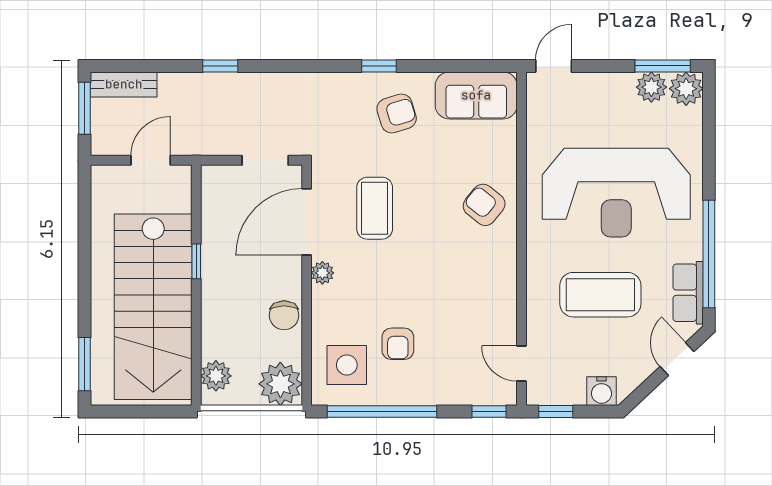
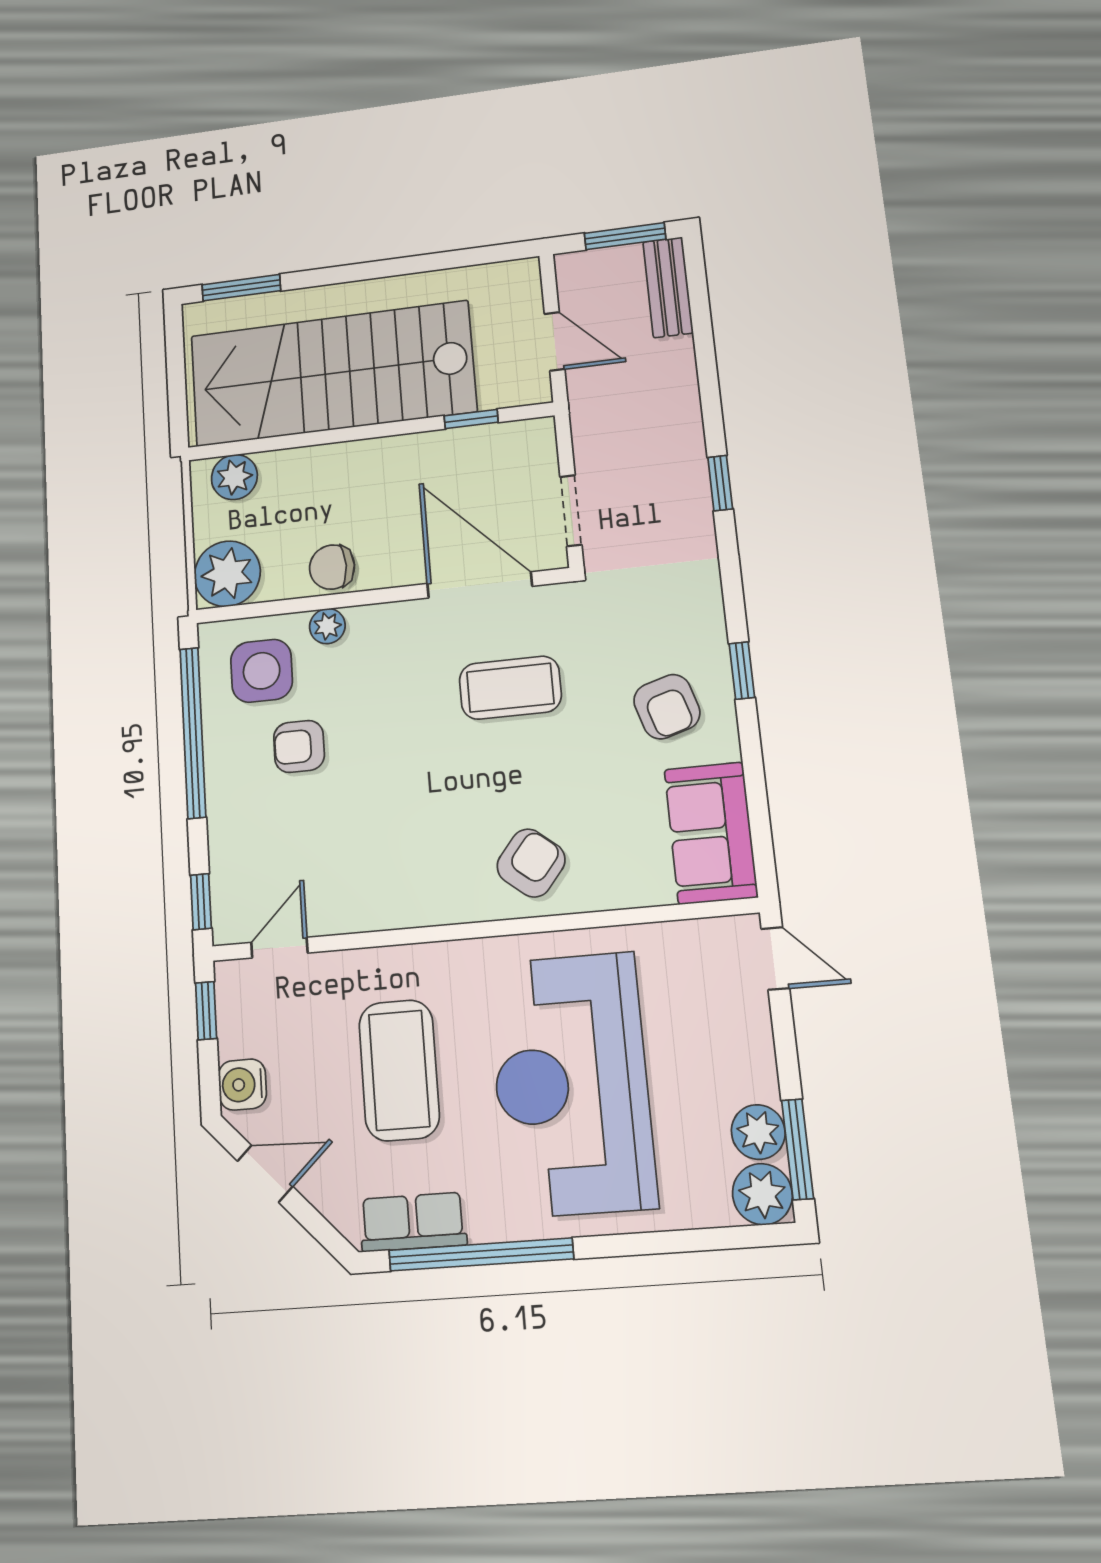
window: (220, 66) -> (720, 483), moved
window: (196, 261) -> (471, 419), moved
plant: (322, 273) -> (327, 626), moved
door: (677, 359) -> (265, 1174), moved

